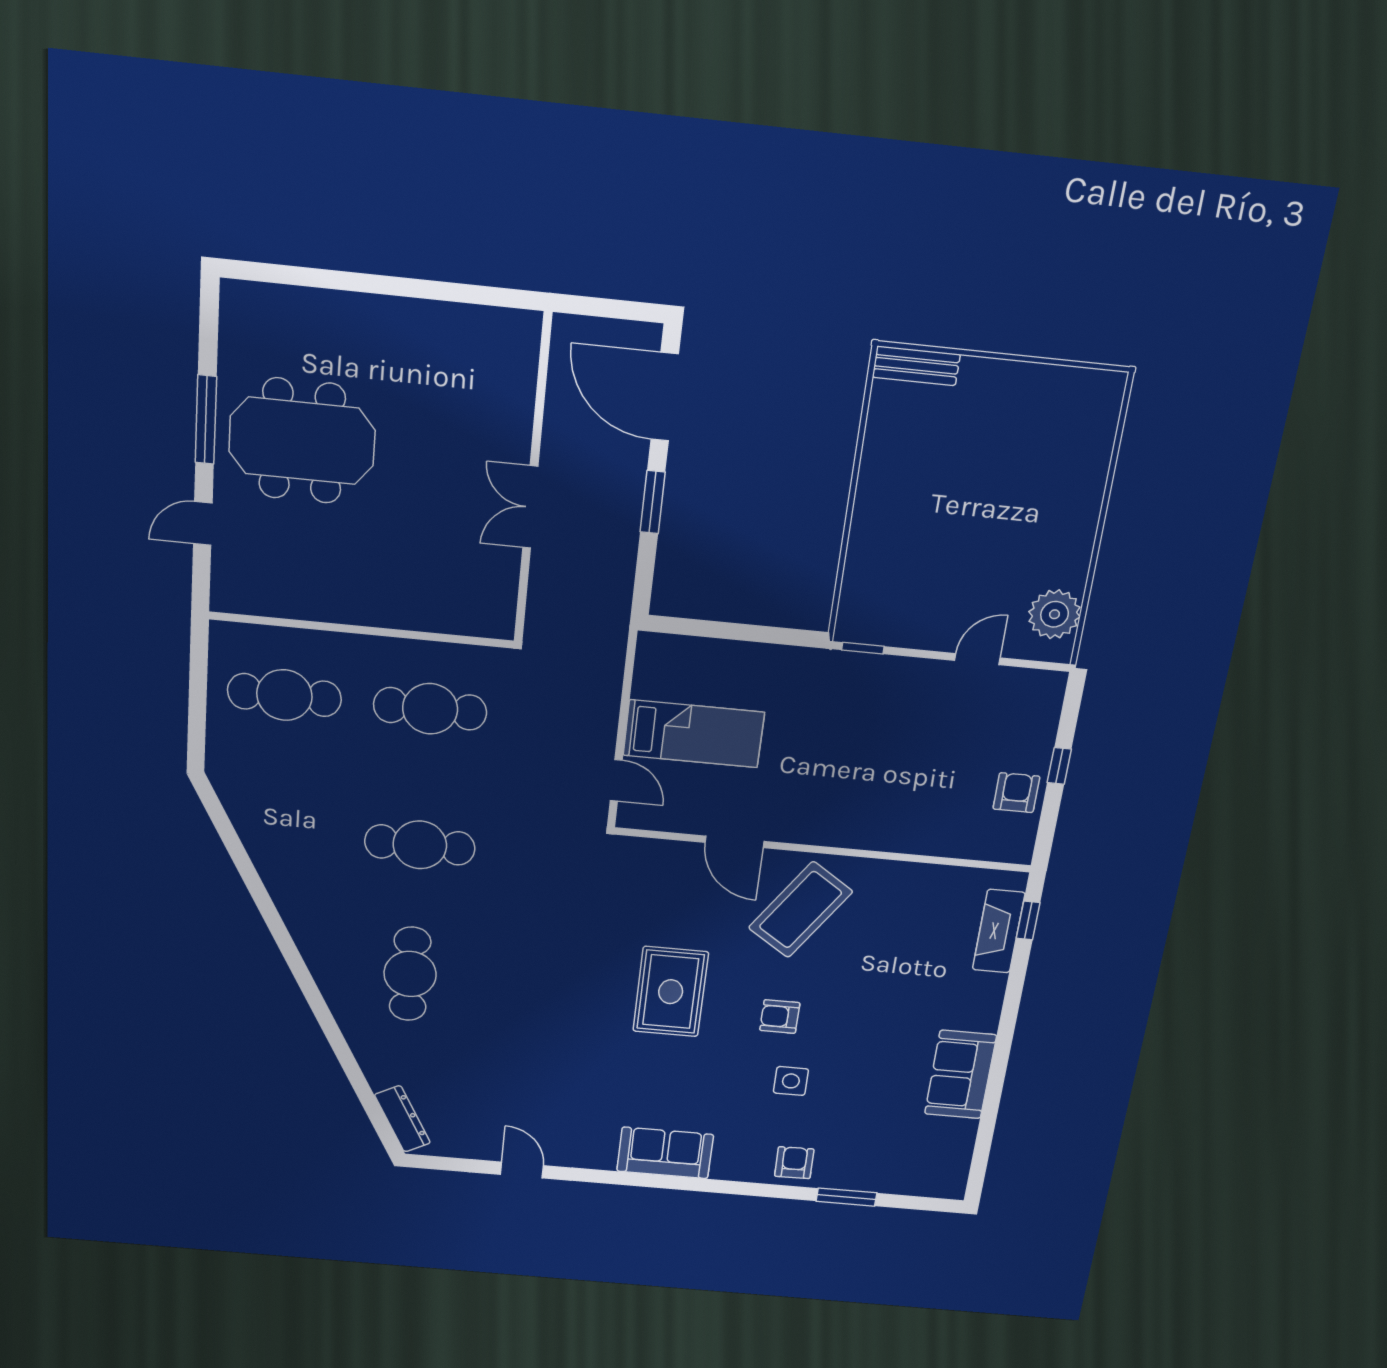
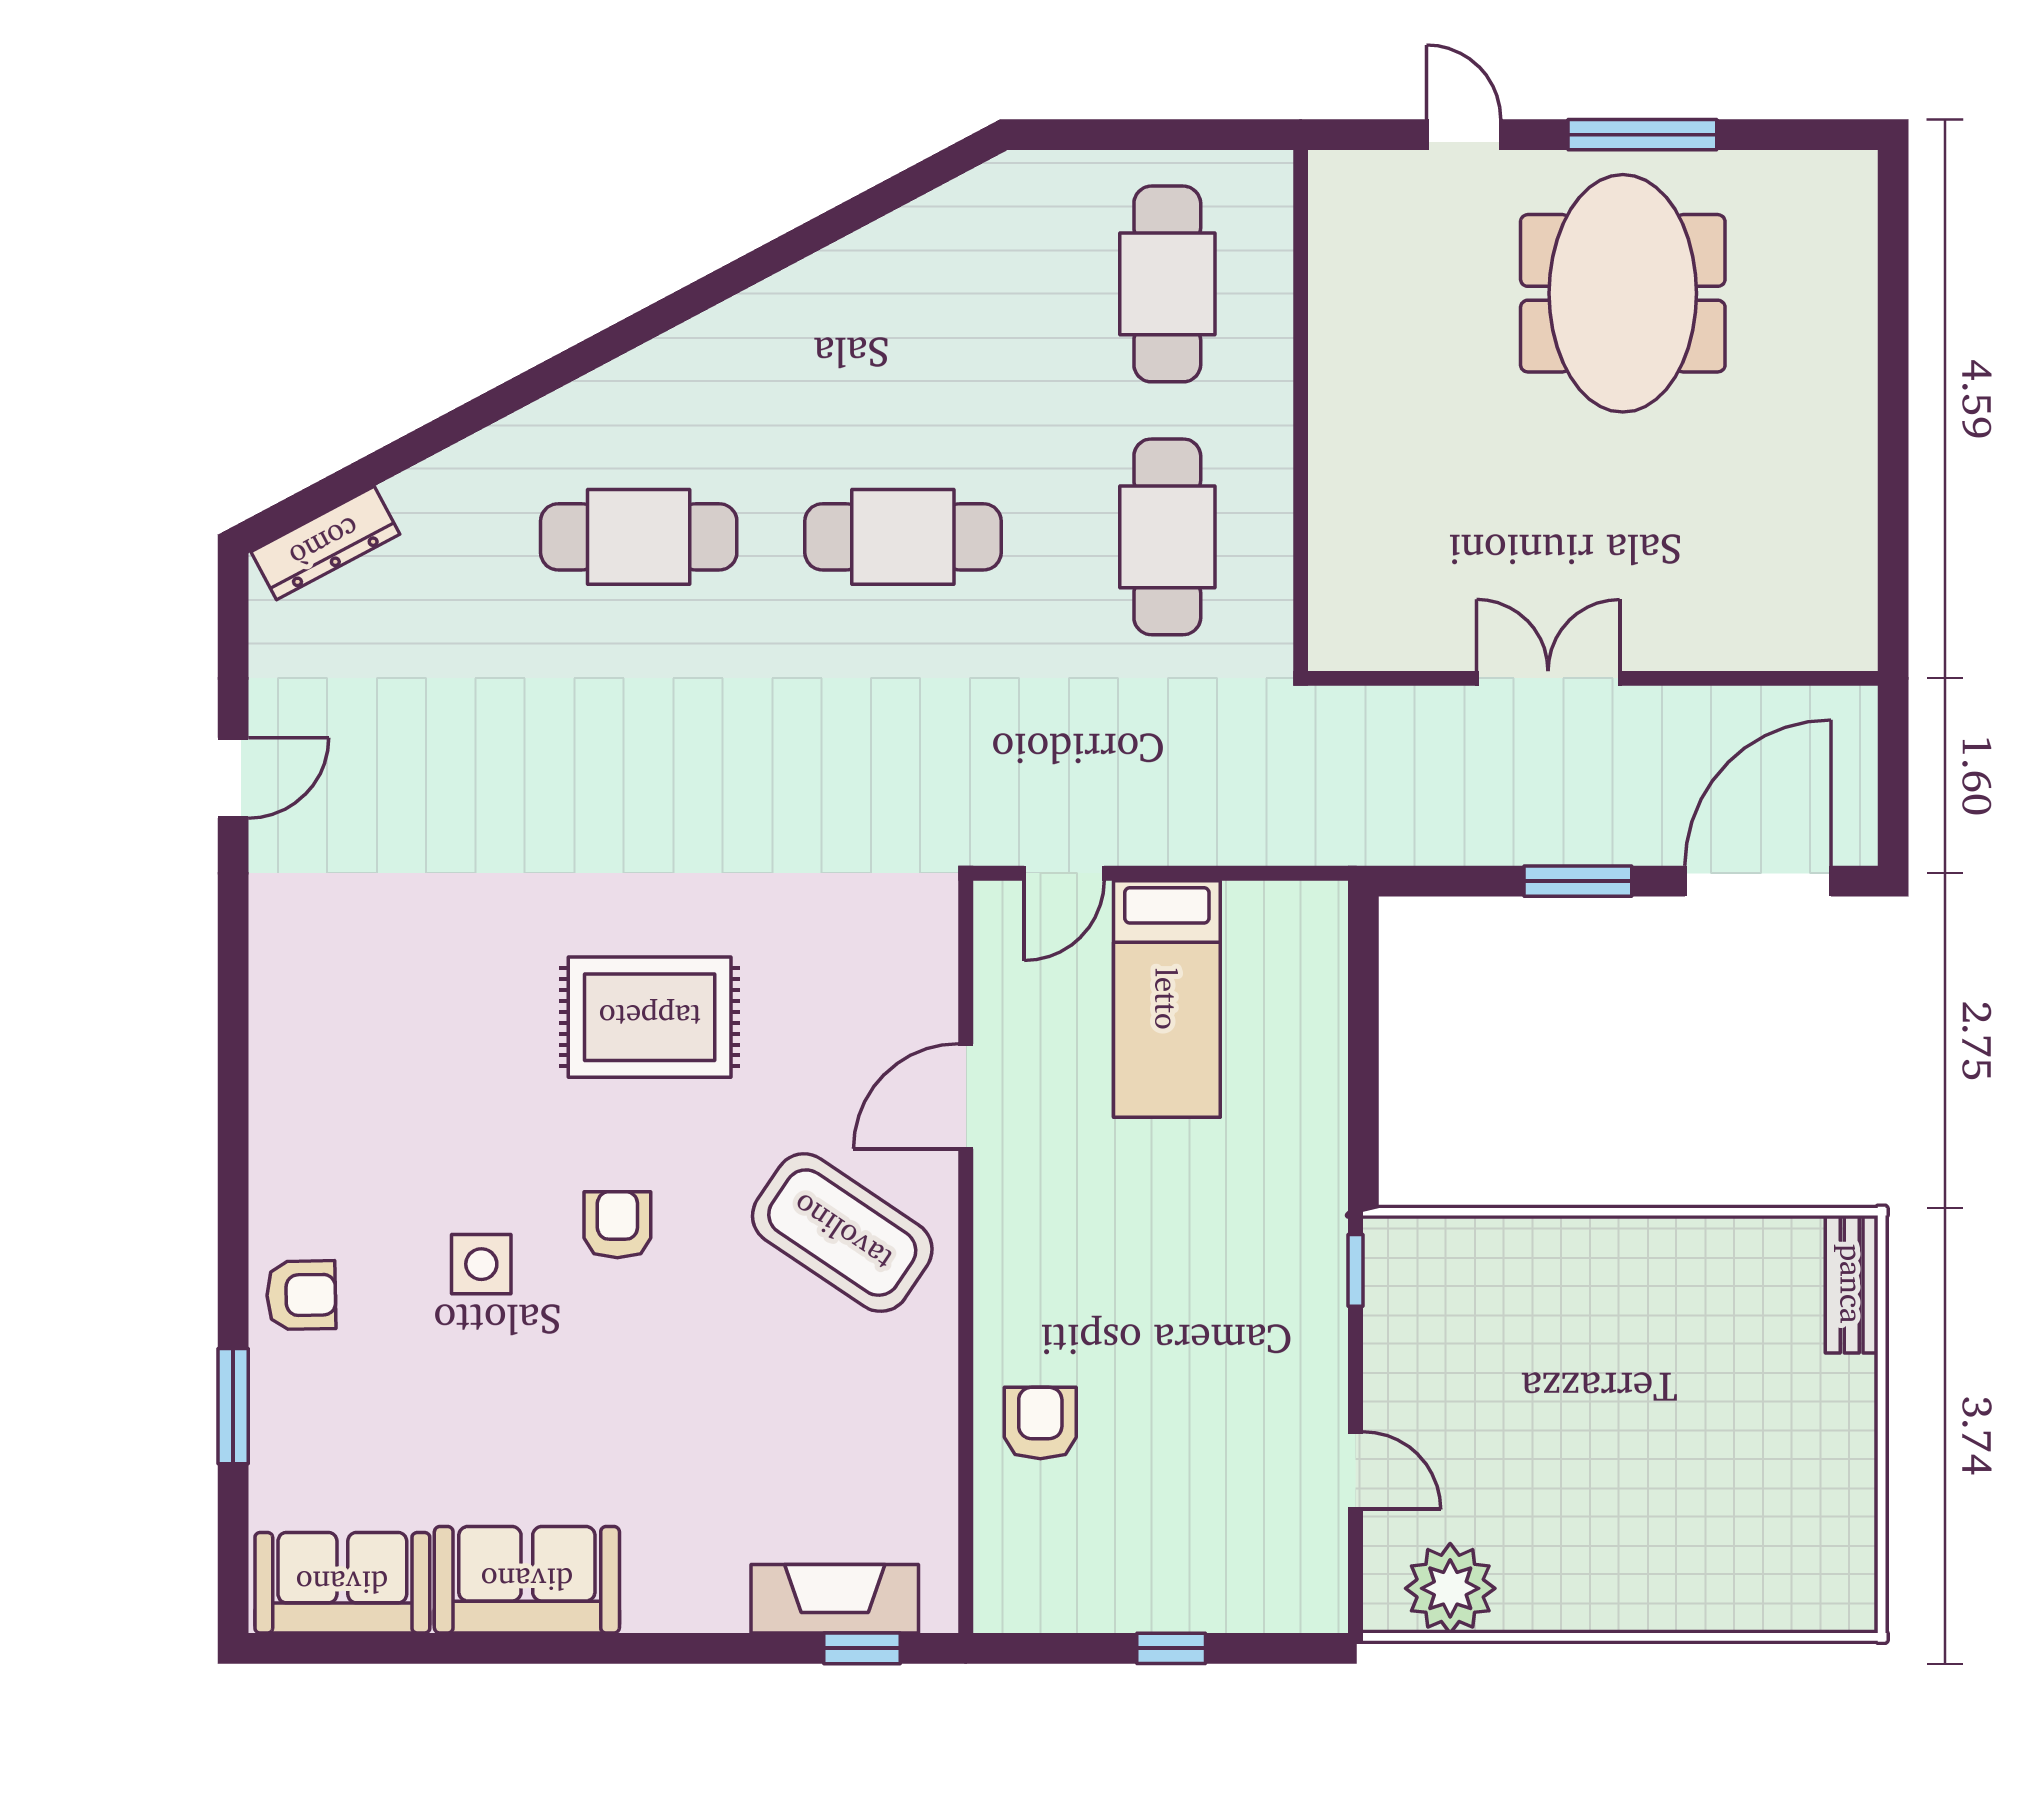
armchair: (1016, 793) -> (1040, 1423), moved, turned -90
cafe table: (420, 845) -> (903, 537), turned 90
sofa: (665, 1153) -> (342, 1583), moved, turned -90

